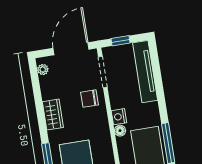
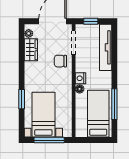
wardrobe: (53, 115) -> (31, 50), moved

